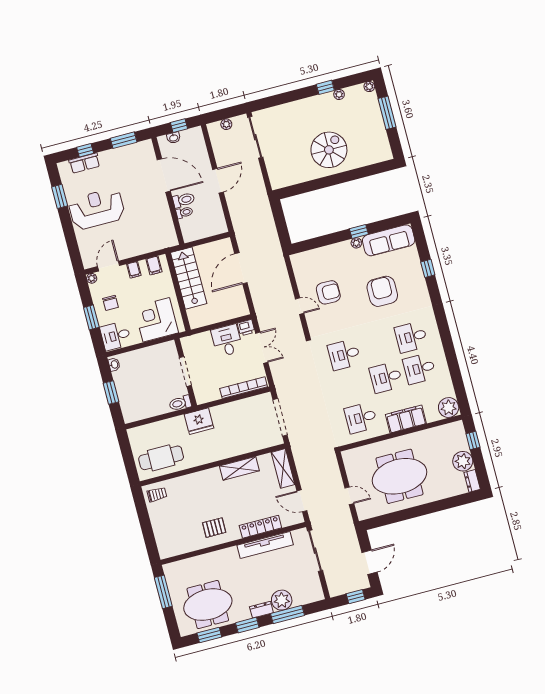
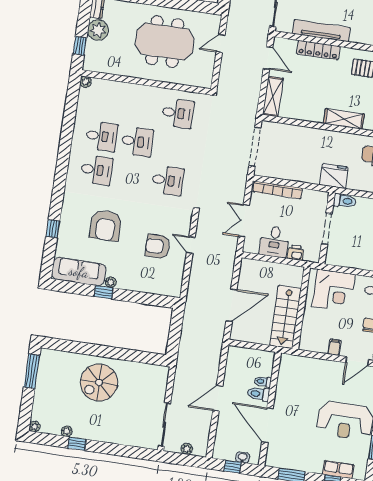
window: (387, 113) -> (32, 371), moved
filing cabinet: (154, 265) -> (313, 343), removed
printer: (246, 328) -> (296, 253), moved
plant: (449, 407) -> (86, 82), width x0.53, depth x0.53
filing cabinet: (406, 419) -> (135, 94), removed
shelving: (239, 468) -> (344, 119), moved
door: (349, 496) -> (221, 43), hinge flipped

